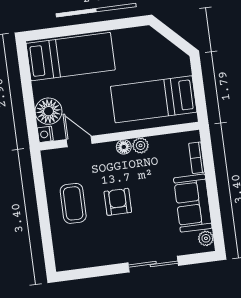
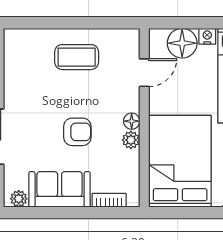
bed: (154, 99) -> (180, 161), width x1.50
nightstand: (45, 134) -> (207, 36), moved
armchair: (118, 202) -> (77, 132), moved

